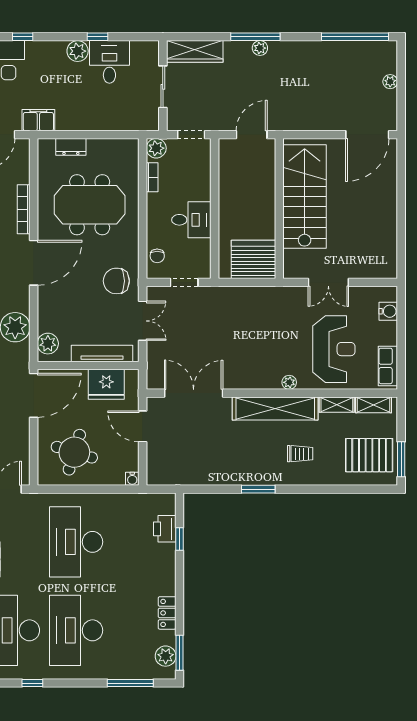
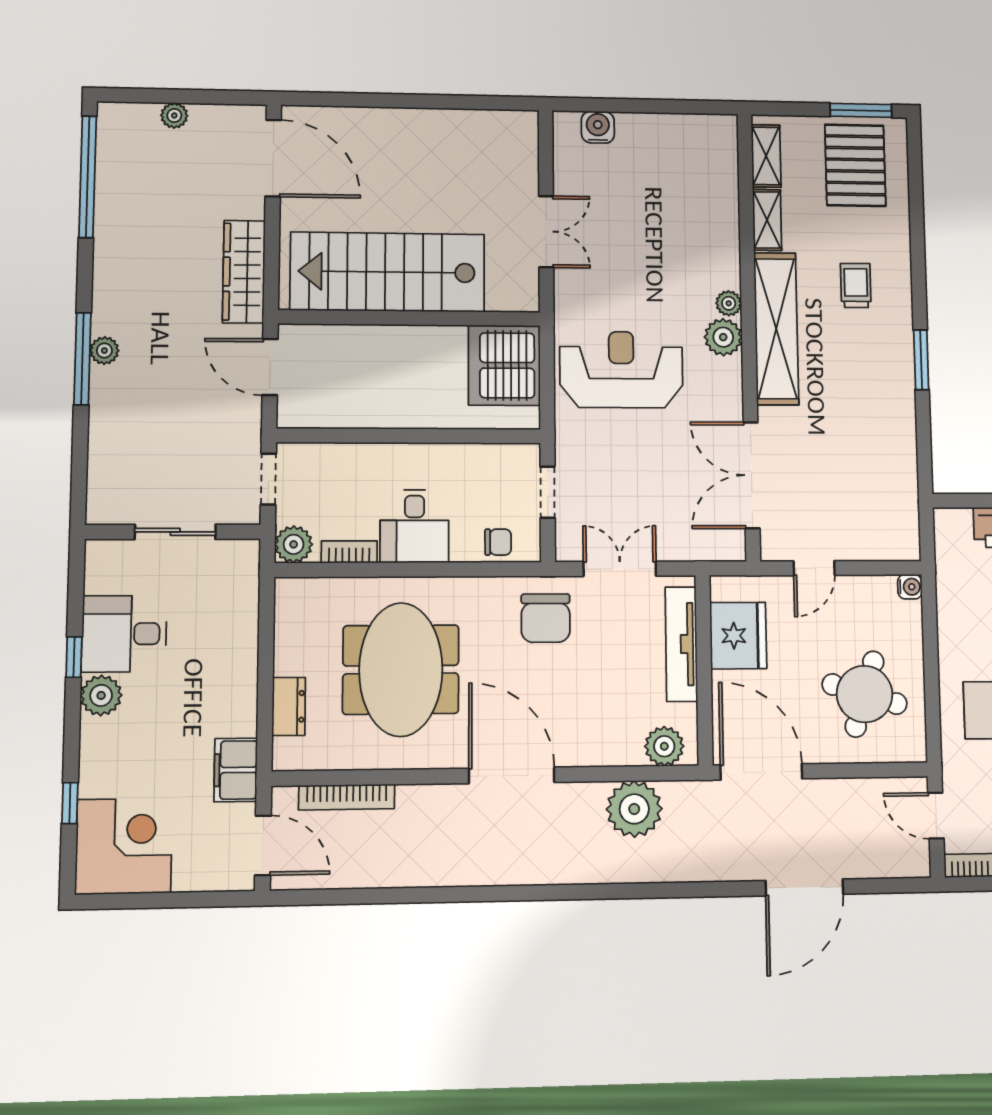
wardrobe: (195, 51) -> (244, 272), moved, turned 180
bookcase: (24, 209) -> (347, 797), moved
desk: (191, 220) -> (414, 526), moved, turned 180
reception desk: (334, 349) -> (621, 370), moved
row of seats: (388, 366) -> (696, 130), removed
plant: (270, 379) -> (723, 337), added
door: (143, 426) -> (814, 568), width x0.73

